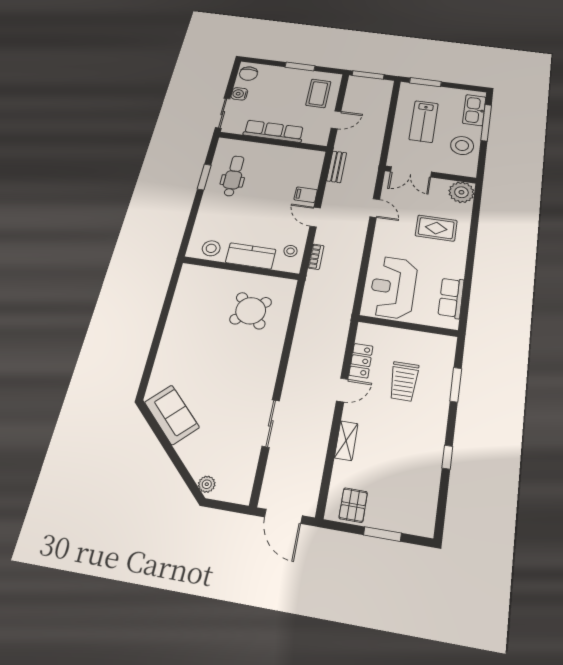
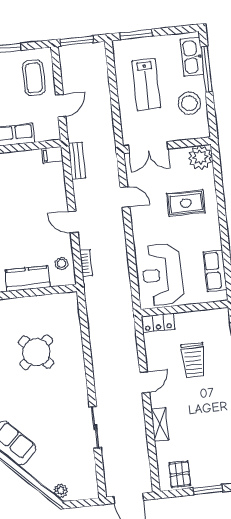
filing cabinet: (306, 195) -> (52, 155), moved
round table: (251, 311) -> (36, 352), moved
locker: (361, 361) -> (158, 323), moved, turned 90

